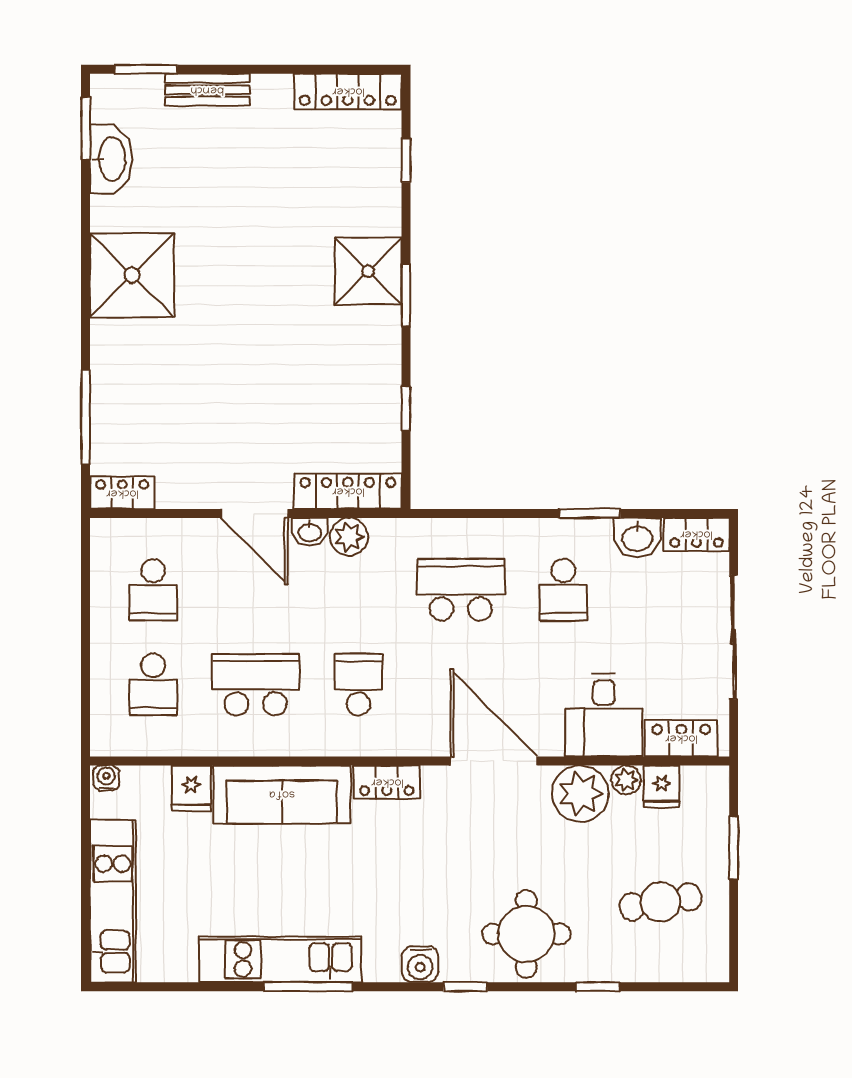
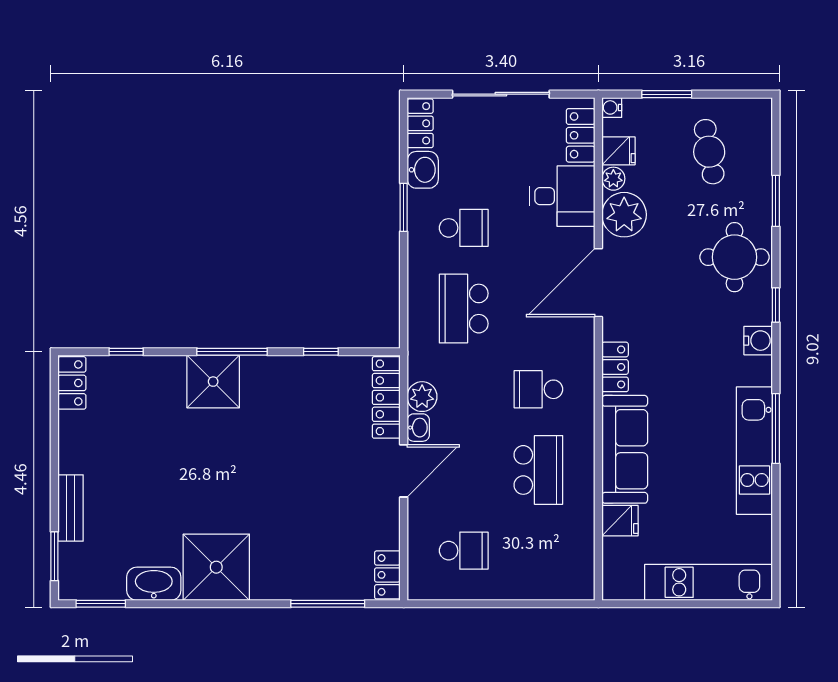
locker: (348, 91) -> (72, 383), width x0.66
washbasin: (111, 159) -> (154, 584), moved
window: (406, 295) -> (232, 352), width x1.44
school desk: (153, 685) -> (538, 551), removed
school desk: (256, 685) -> (538, 470), turned 180
water cooler: (106, 778) -> (612, 107), moved
window: (598, 987) -> (776, 201), width x1.50

